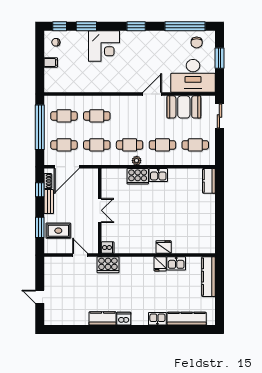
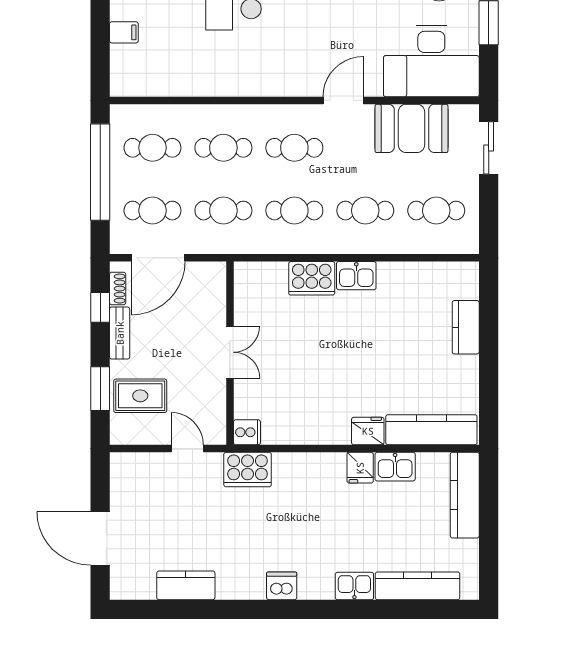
cafe table: (130, 116) -> (294, 148), added
plant: (137, 161) -> (309, 244), removed
kitchen counter: (209, 181) -> (466, 327), moved
kitchen counter: (193, 246) -> (431, 430), added
door: (40, 297) -> (100, 538), width x1.87
kitchen counter: (103, 318) -> (186, 585), moved

